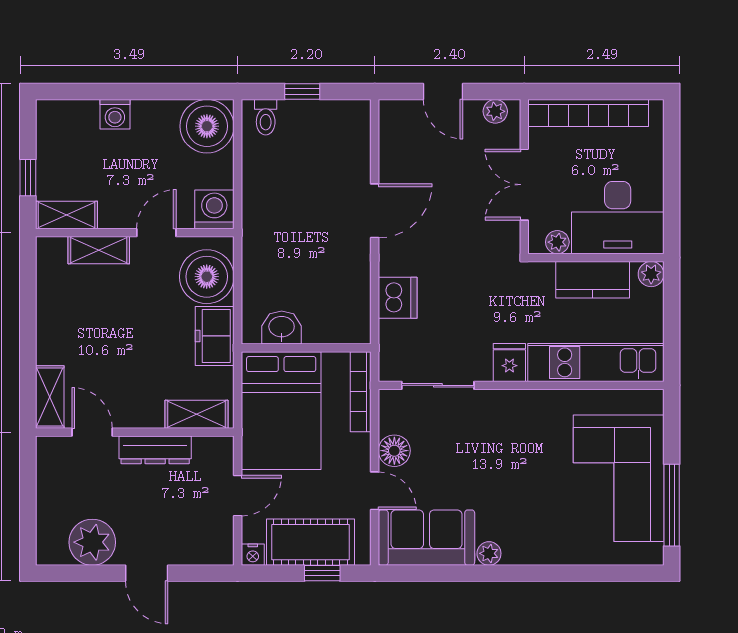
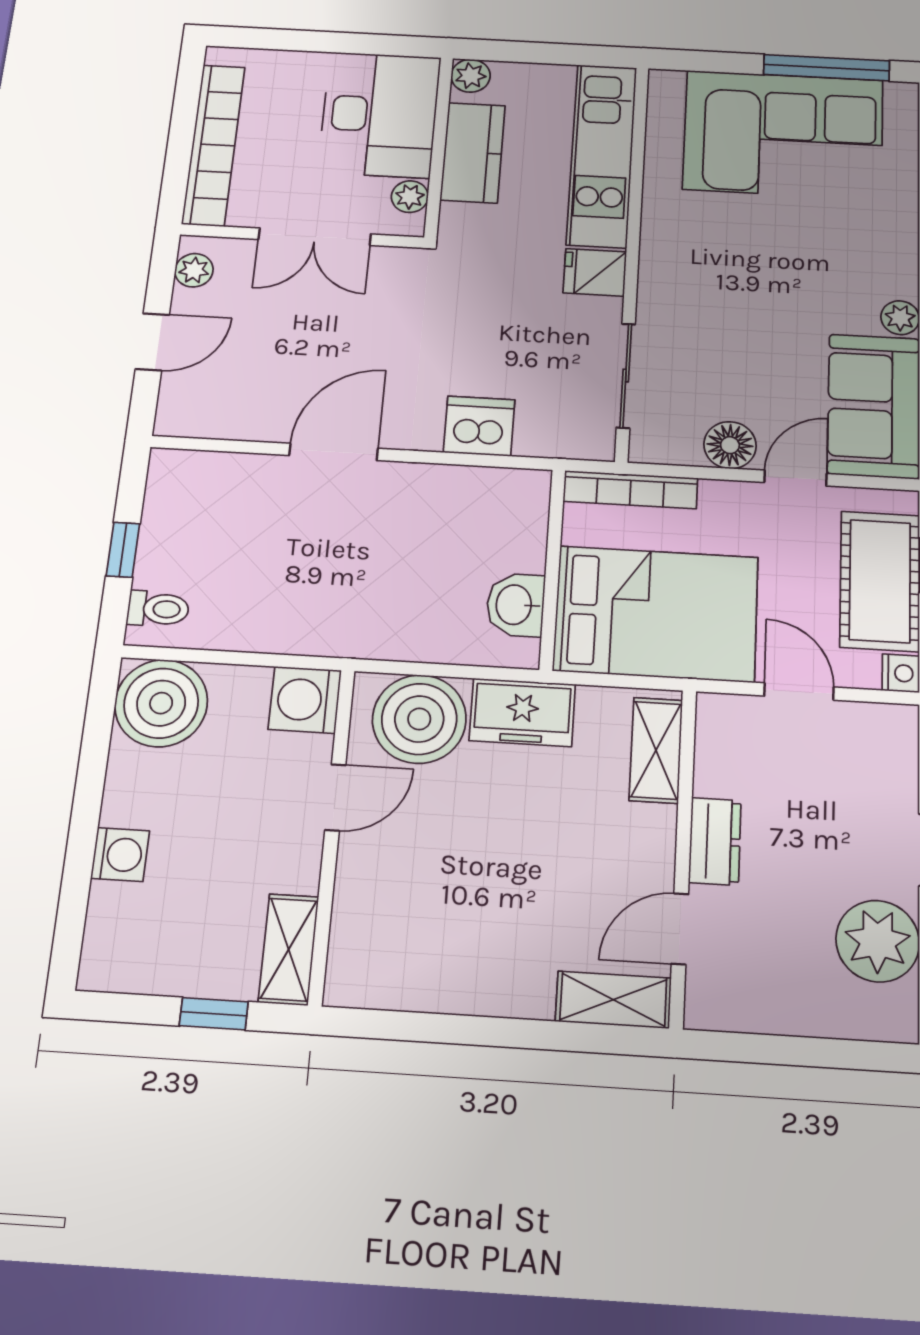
door: (375, 211) -> (334, 452), hinge flipped
door: (156, 233) -> (335, 797), swing flipped
shelving: (99, 250) -> (357, 897), removed
dresser: (155, 450) -> (715, 841), width x0.70

